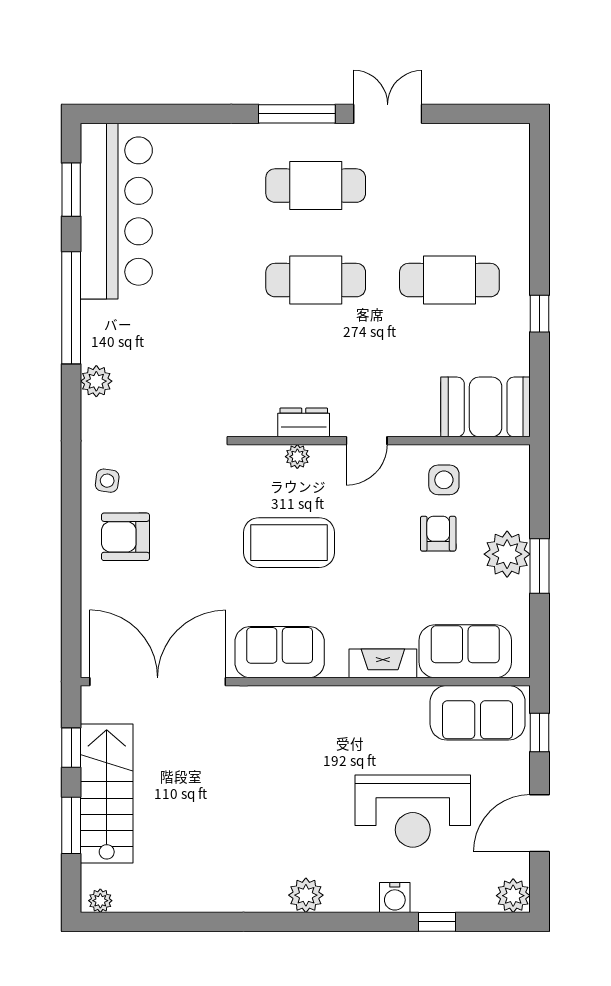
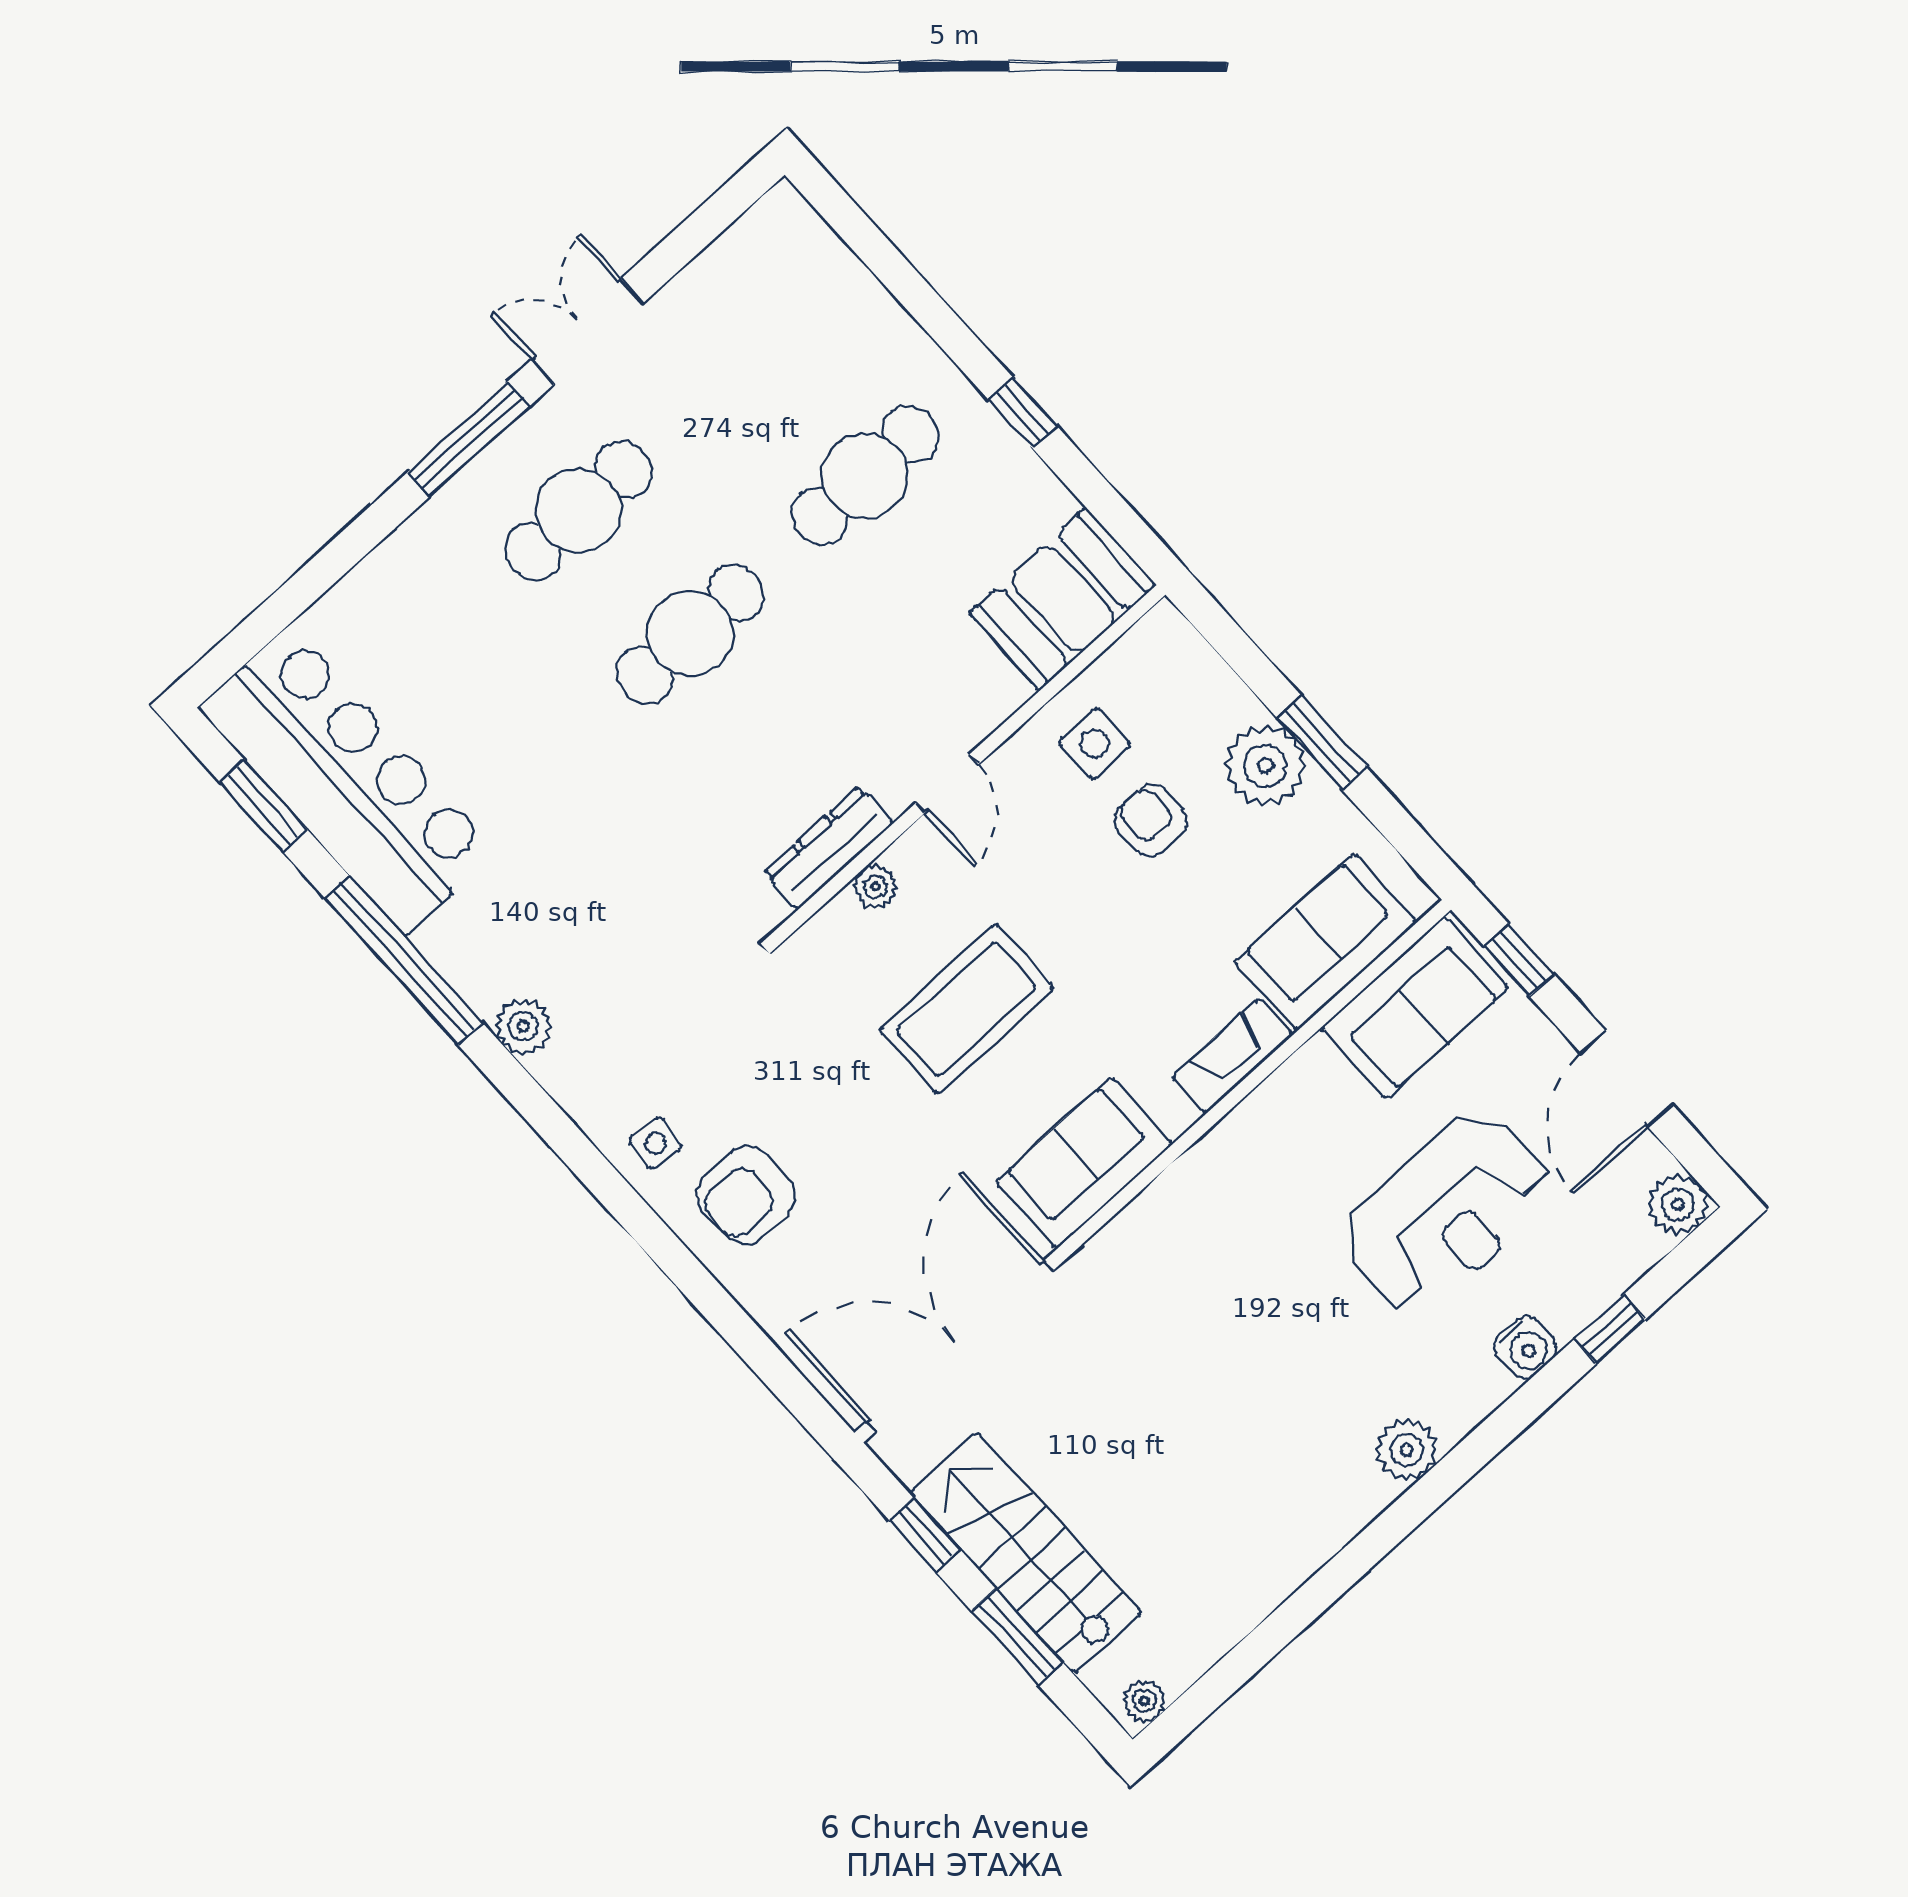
dresser: (304, 422) -> (829, 848), width x1.44

